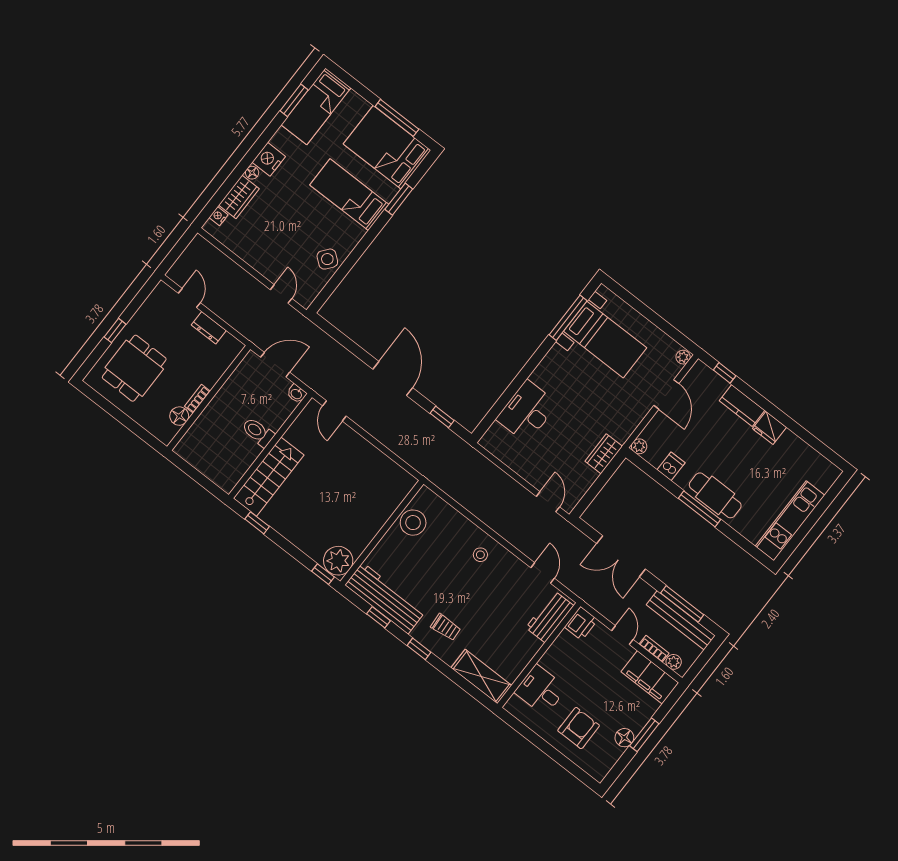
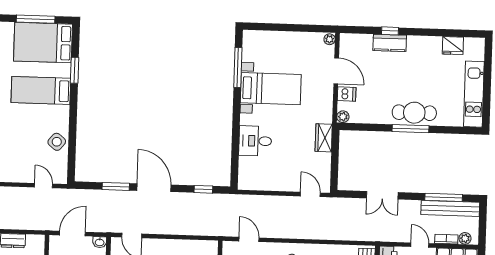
bed with nightstands: (605, 340) -> (271, 89), moved
window: (354, 349) -> (116, 186), added
window: (725, 373) -> (390, 31), moved
desk: (527, 411) -> (255, 141), width x0.73
fridge: (769, 428) -> (453, 46), moved
dishwasher: (671, 466) -> (347, 94), moved, turned 90
double door: (621, 556) -> (382, 195), width x0.73
door: (543, 573) -> (249, 239), moved

